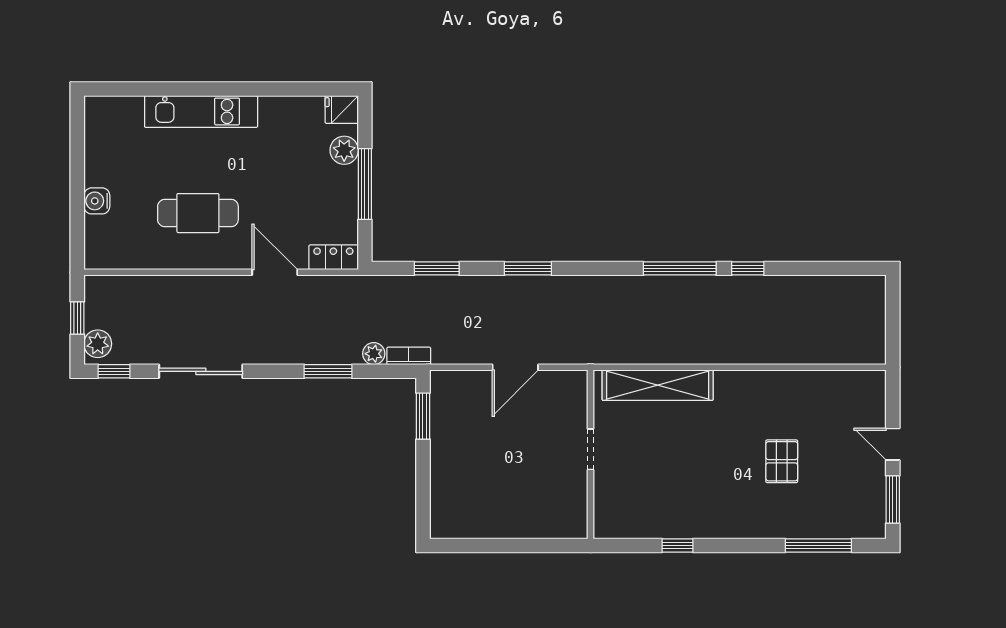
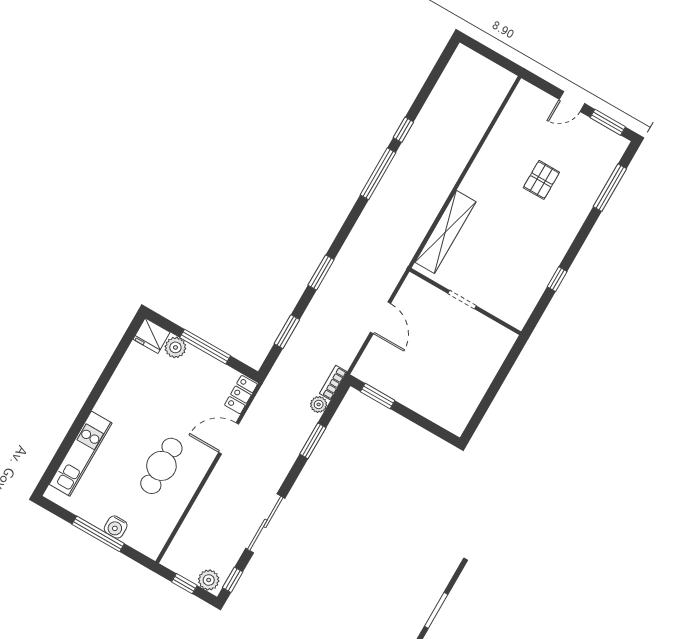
fridge: (342, 109) -> (151, 336), width x1.38
kitchen unit: (201, 111) -> (81, 454), moved
window: (77, 185) -> (98, 534), added
pallet: (782, 461) -> (541, 180), turned 90

